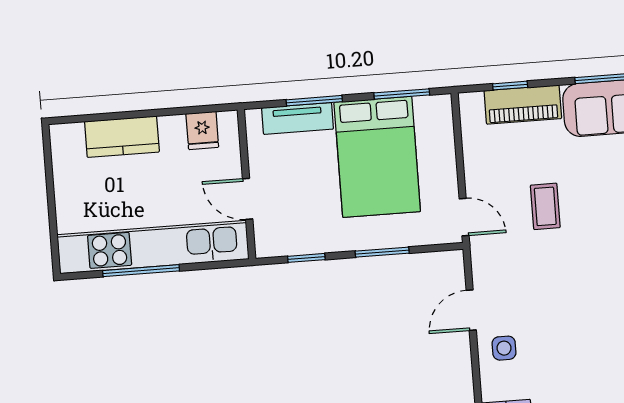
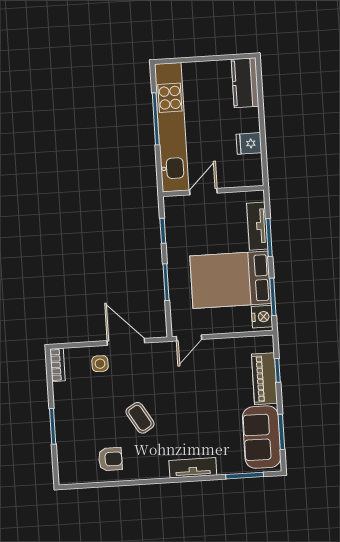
nightstand: (431, 110) -> (262, 317), added
fridge: (202, 130) -> (249, 143), moved
kitchen counter: (122, 137) -> (245, 83), moved
coffee table: (545, 206) -> (140, 418), moved, turned 59
door: (471, 310) -> (126, 342), width x1.38

